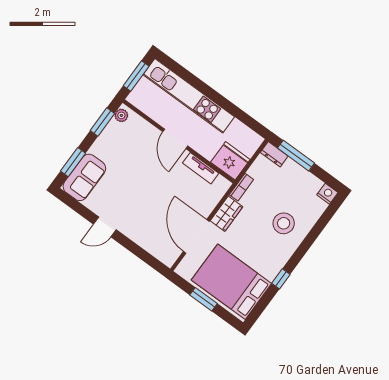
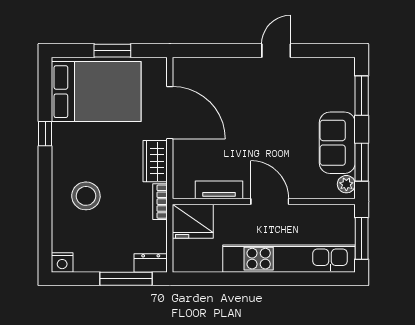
sofa: (84, 177) -> (337, 143), moved

